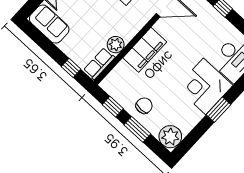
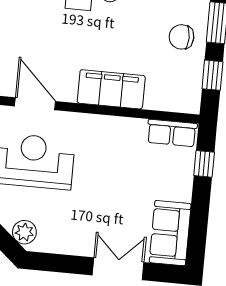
plant: (116, 45) -> (132, 131), removed

